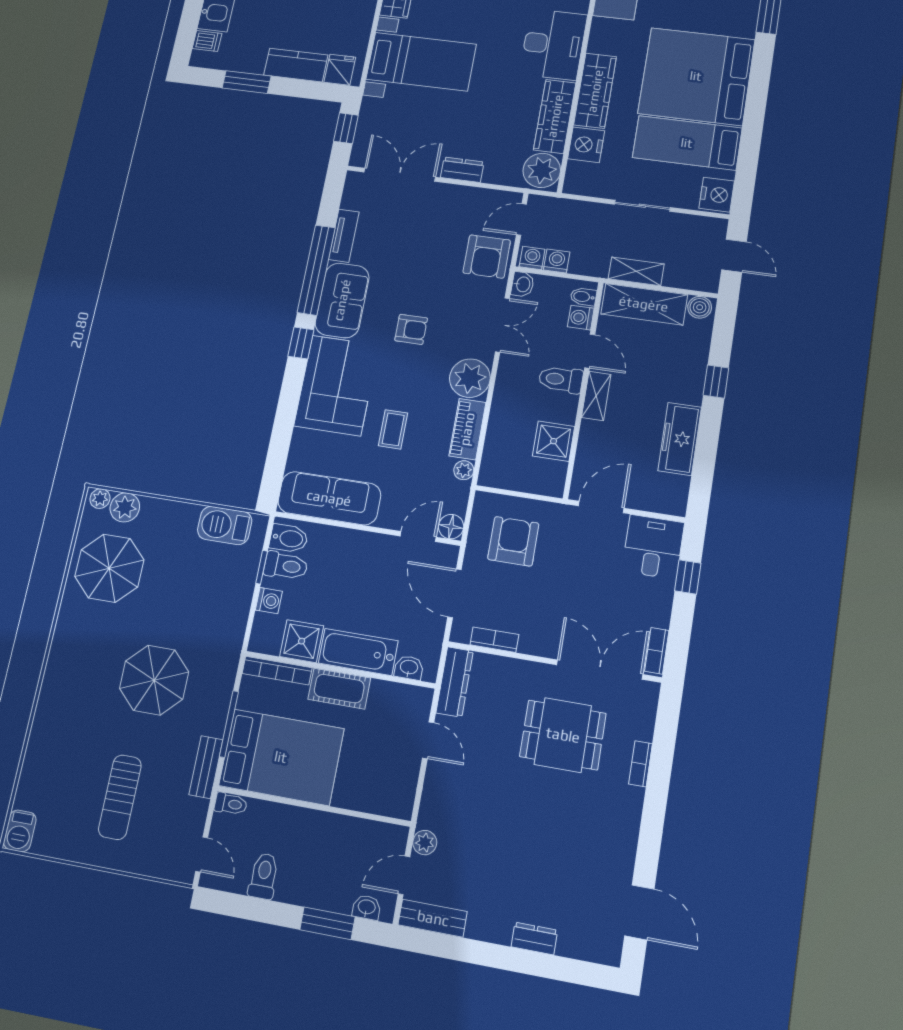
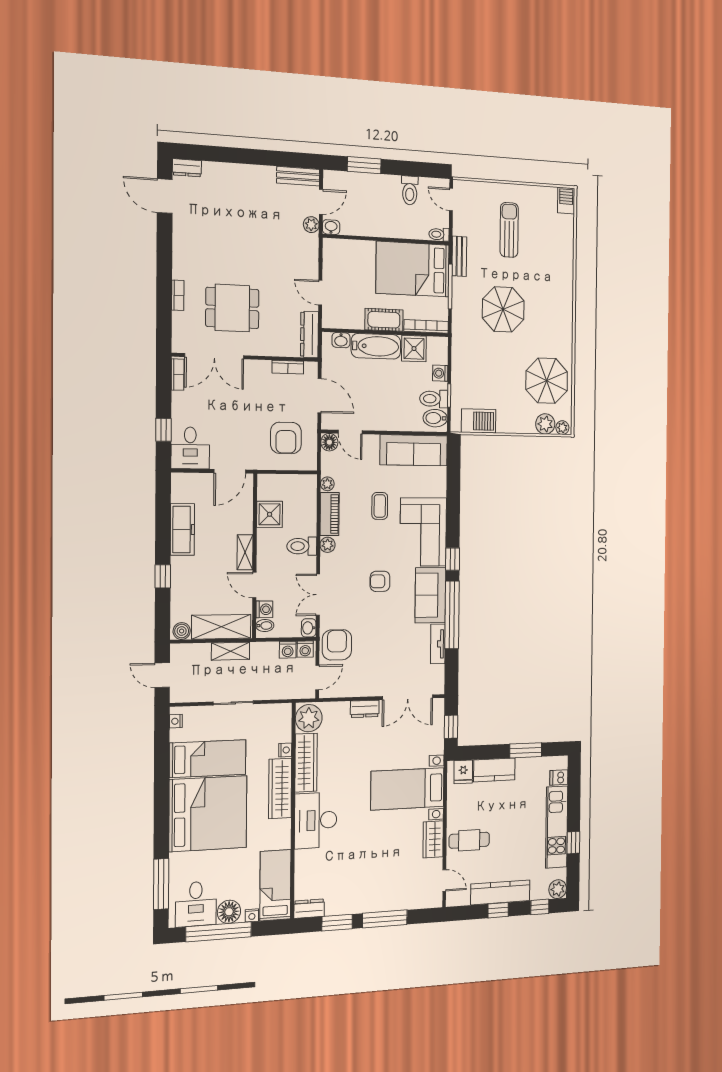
nightstand: (586, 145) -> (285, 750), width x0.53, depth x0.56
nightstand: (717, 195) -> (176, 721), width x0.53, depth x0.56
plant: (470, 378) -> (328, 545), width x0.53, depth x0.53
toilet: (561, 379) -> (302, 546), moved, turned 180
door: (418, 537) -> (350, 432), hinge flipped
washbasin: (367, 907) -> (331, 227), moved, turned 180
dresser: (534, 938) -> (187, 168), moved

